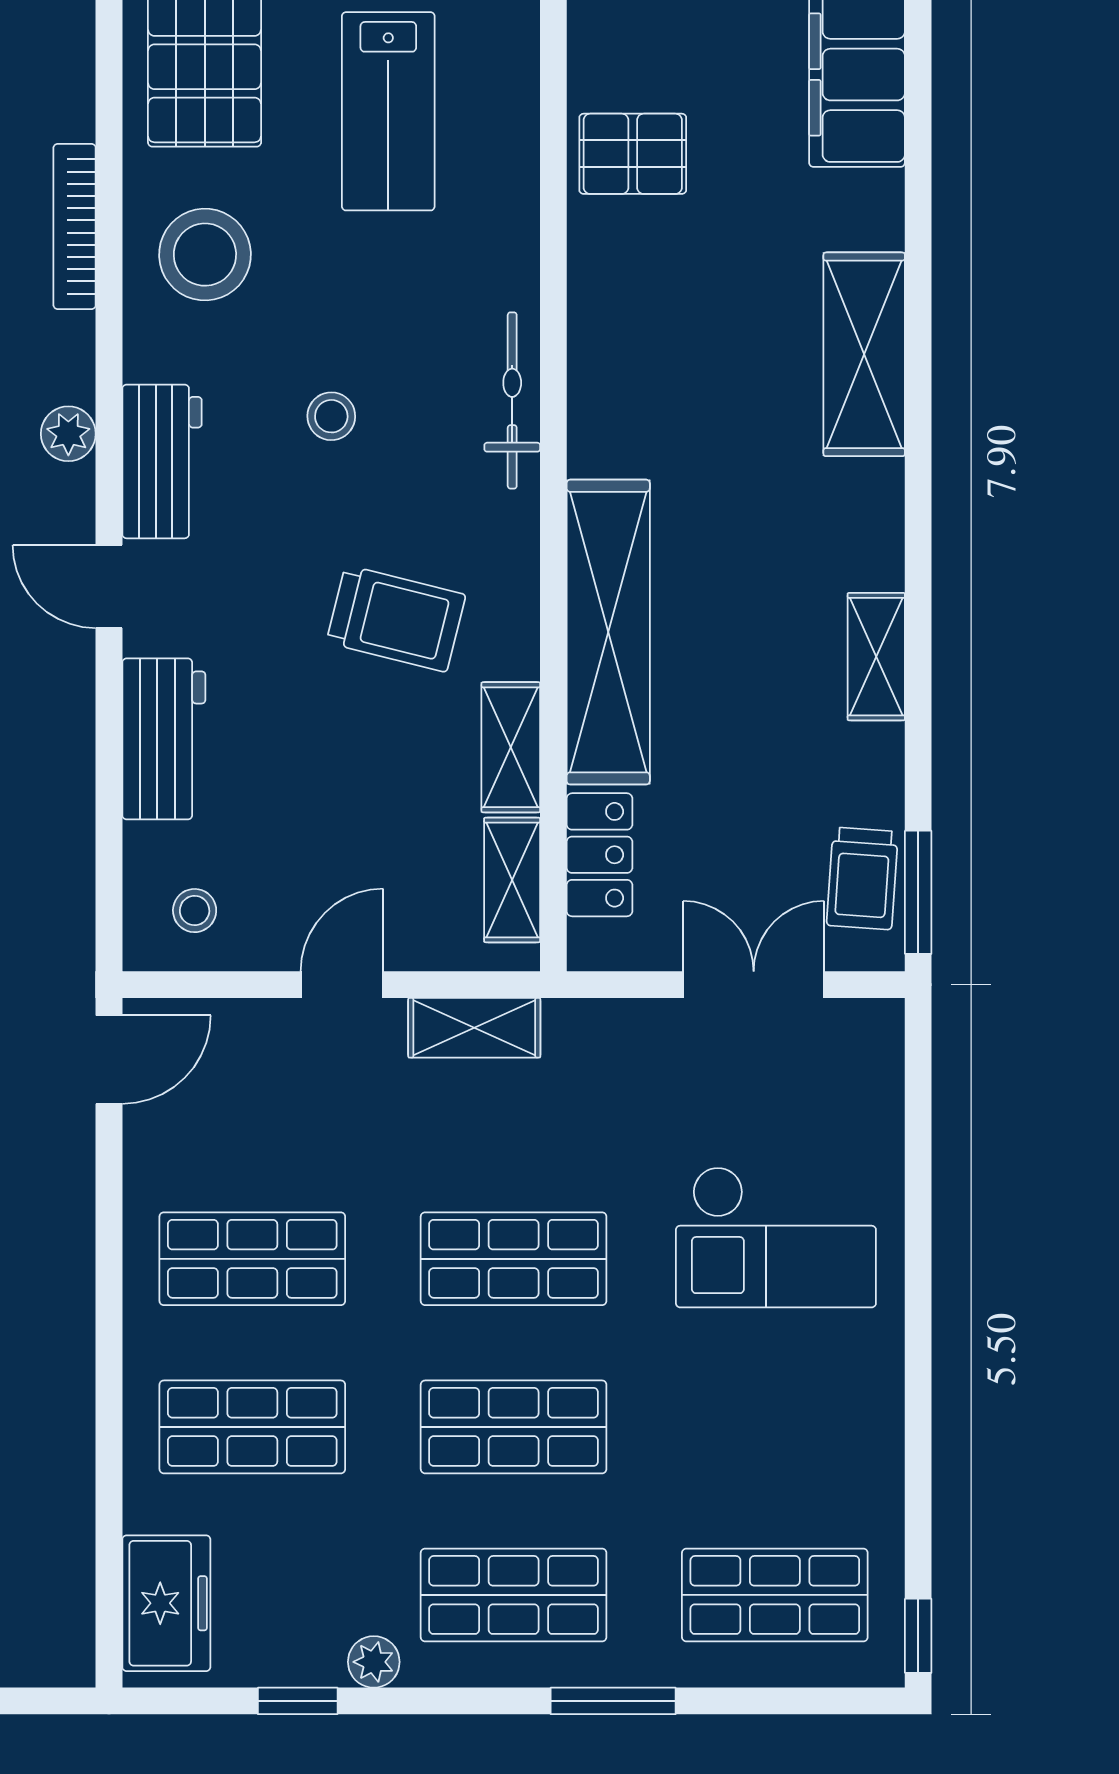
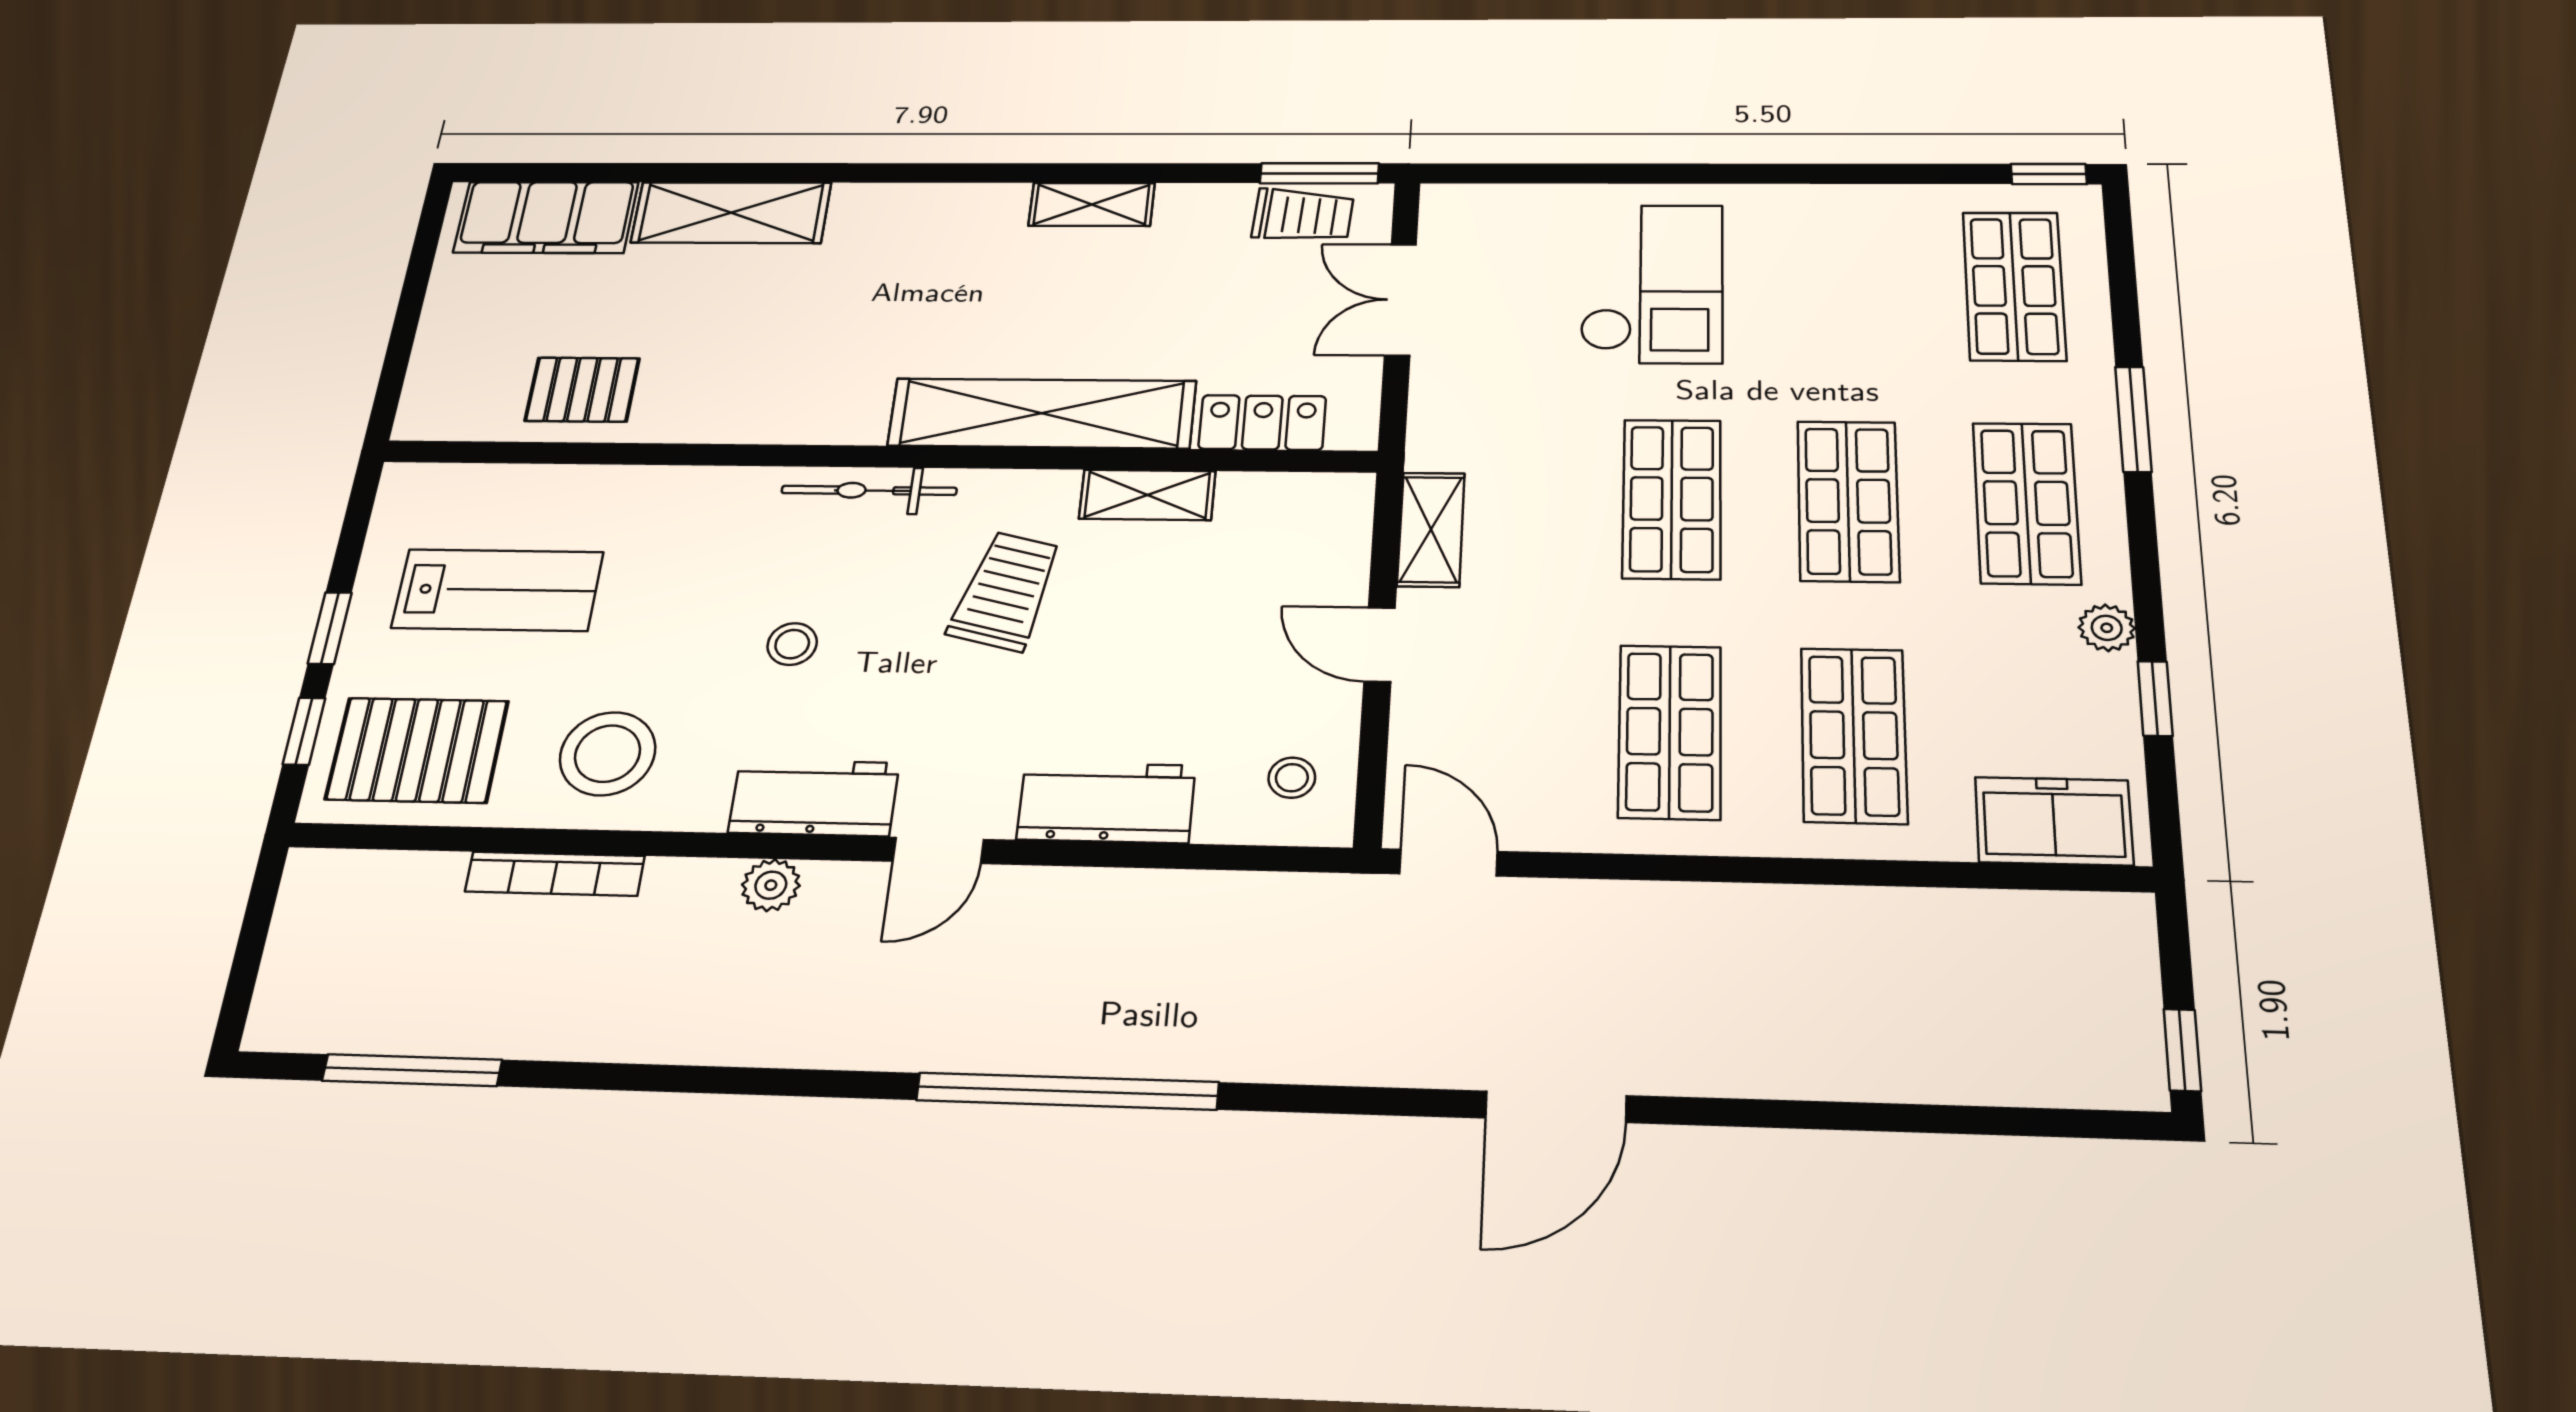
pallet: (633, 154) -> (582, 390), turned 90
shelving: (864, 354) -> (731, 213), moved
bicycle: (512, 400) -> (869, 490), moved
shelving: (512, 880) -> (1282, 495), removed

